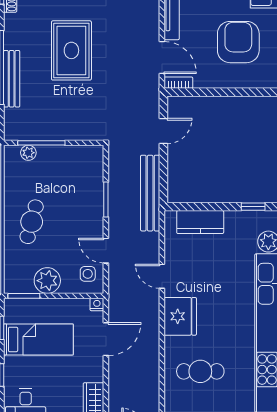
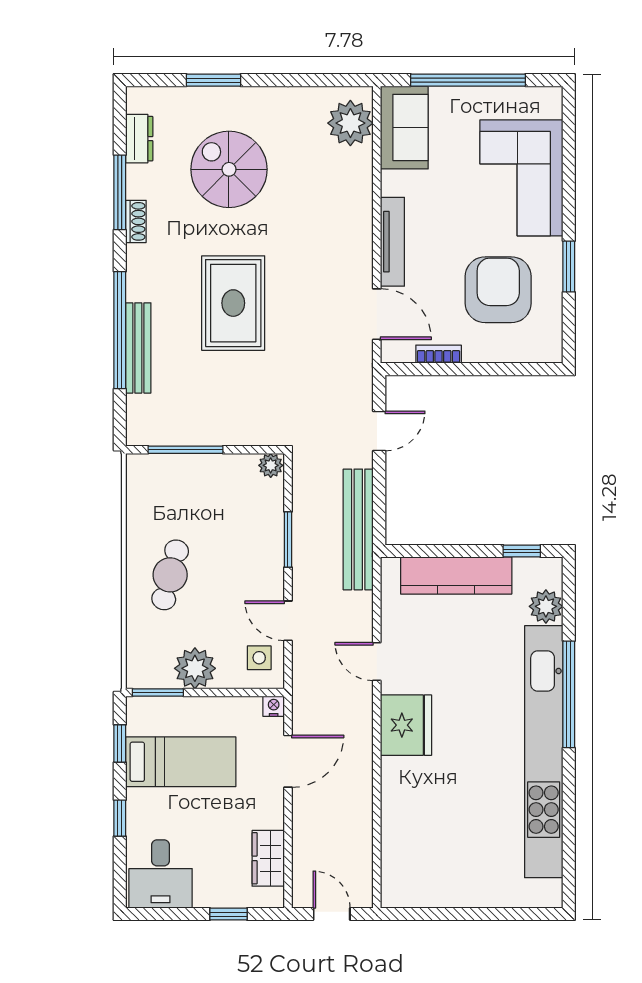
bookcase: (178, 83) -> (439, 354), moved
plant: (28, 153) -> (271, 465), moved
kitchen counter: (200, 222) -> (456, 575), width x1.50
cafe table: (200, 371) -> (438, 813), removed

